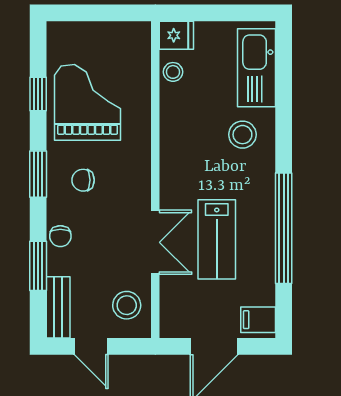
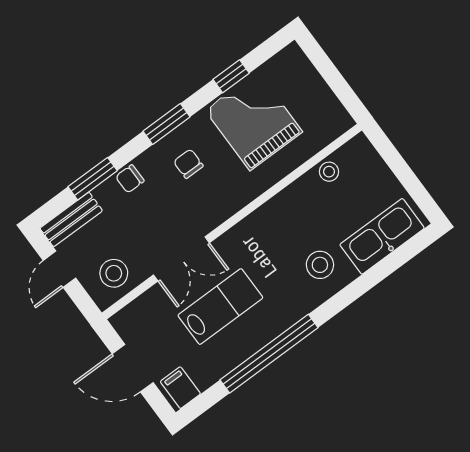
fridge: (176, 35) -> (361, 153), removed
grand piano: (88, 102) -> (254, 121), turned -90
lab bench: (217, 239) -> (220, 307), turned 180

